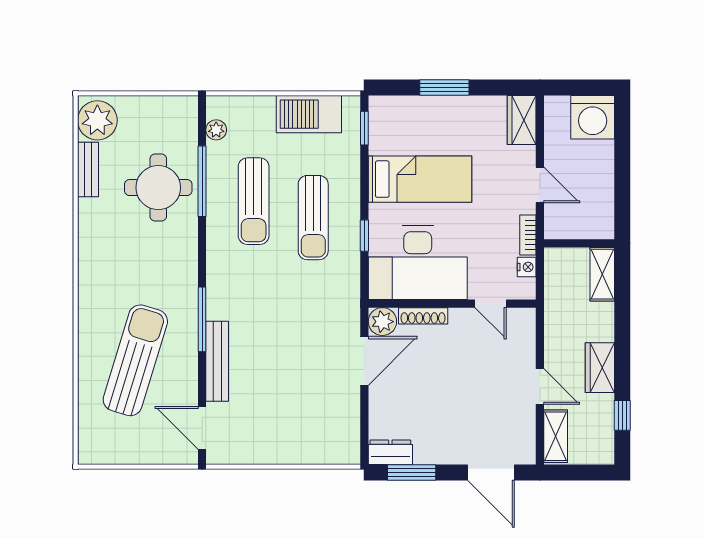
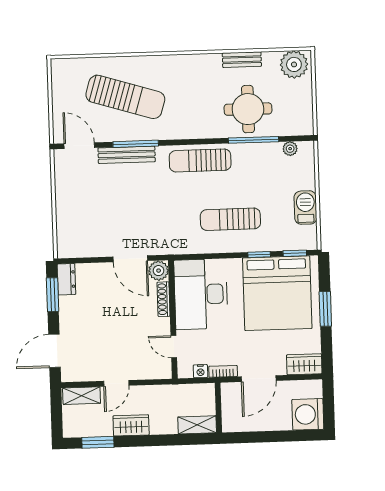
barbecue: (309, 114) -> (305, 208), width x0.73, depth x0.83
bench: (88, 169) -> (242, 60), moved
bed: (420, 179) -> (277, 293), width x2.04
door: (540, 185) -> (259, 379), width x1.38
sun lounger: (254, 201) -> (200, 160), moved
window: (364, 236) -> (259, 255), moved
door: (491, 304) -> (174, 347), hinge flipped
window: (202, 319) -> (136, 144), moved
window: (622, 415) -> (98, 442), width x1.50
door: (202, 428) -> (79, 146), hinge flipped

